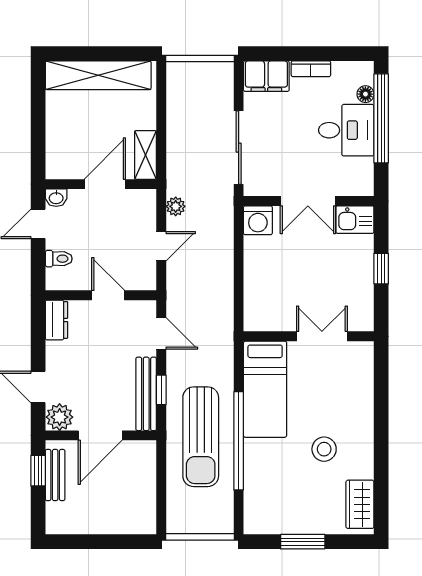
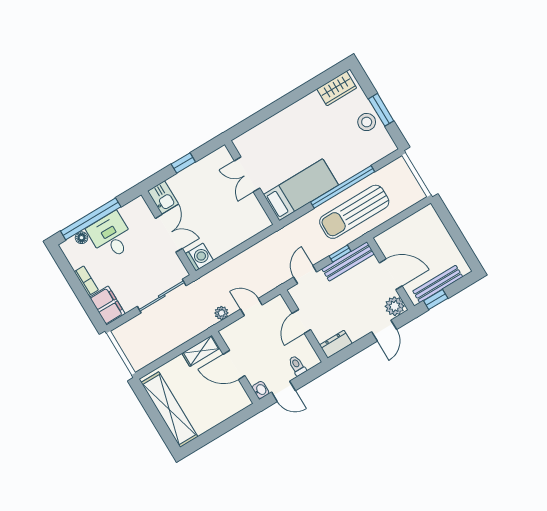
sun lounger: (201, 437) -> (354, 212), turned 180
stool: (324, 449) -> (367, 122), moved
bench: (55, 475) -> (438, 284), width x1.36

